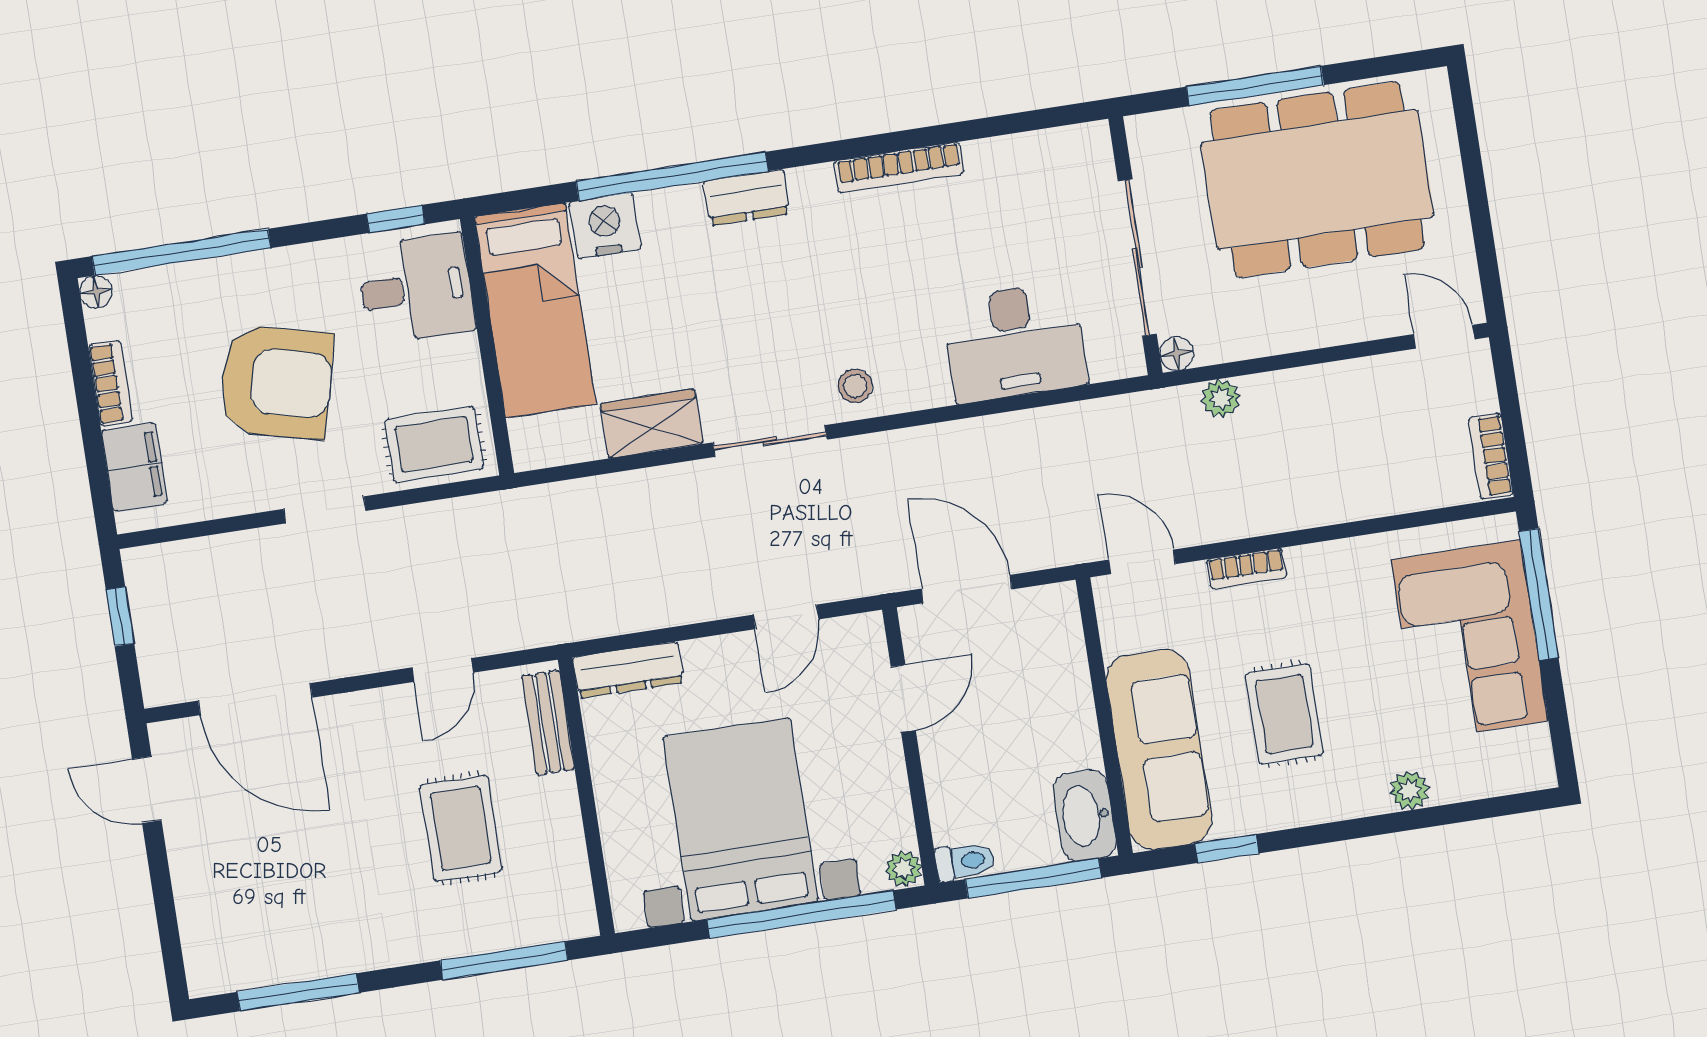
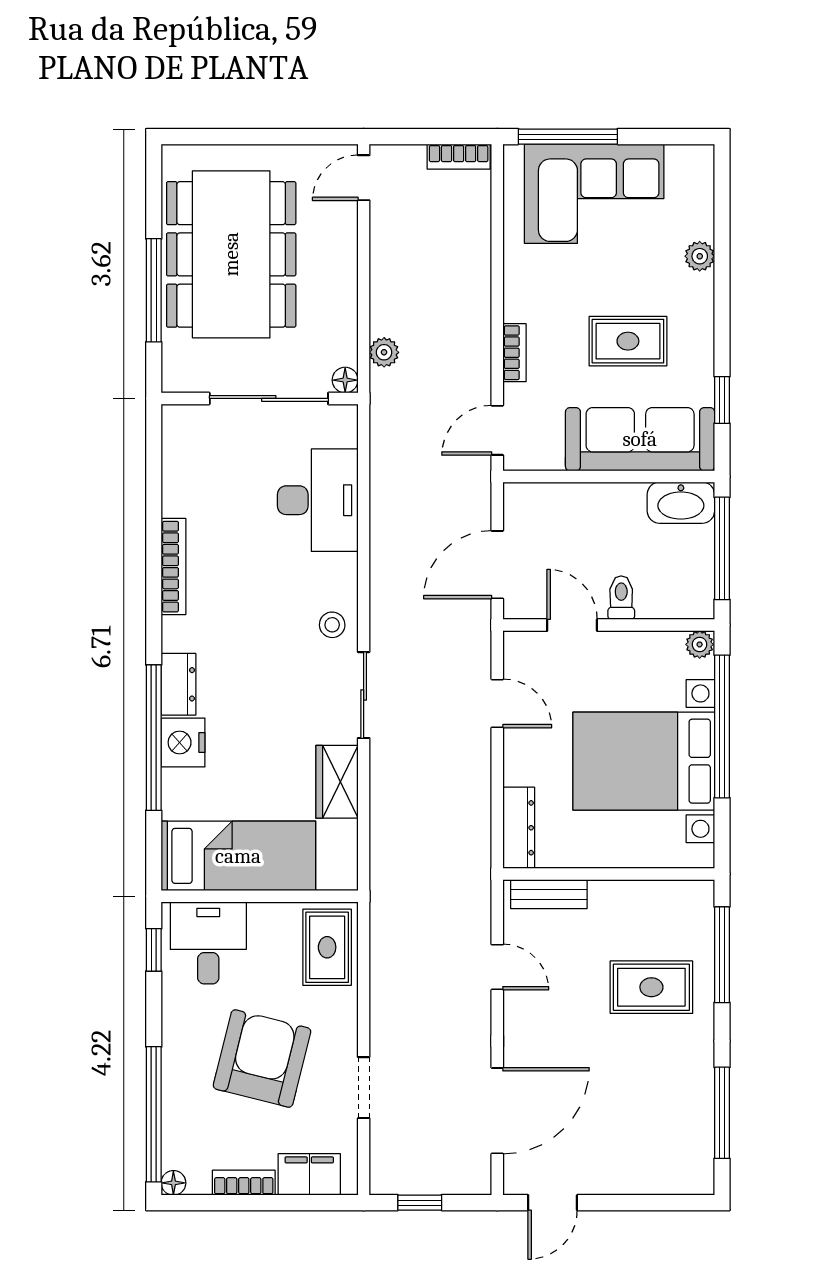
nightstand: (605, 226) -> (183, 742), moved
doorway: (325, 510) -> (364, 1088), moved
rug: (461, 828) -> (651, 987), moved
toilet: (965, 861) -> (621, 598), moved

